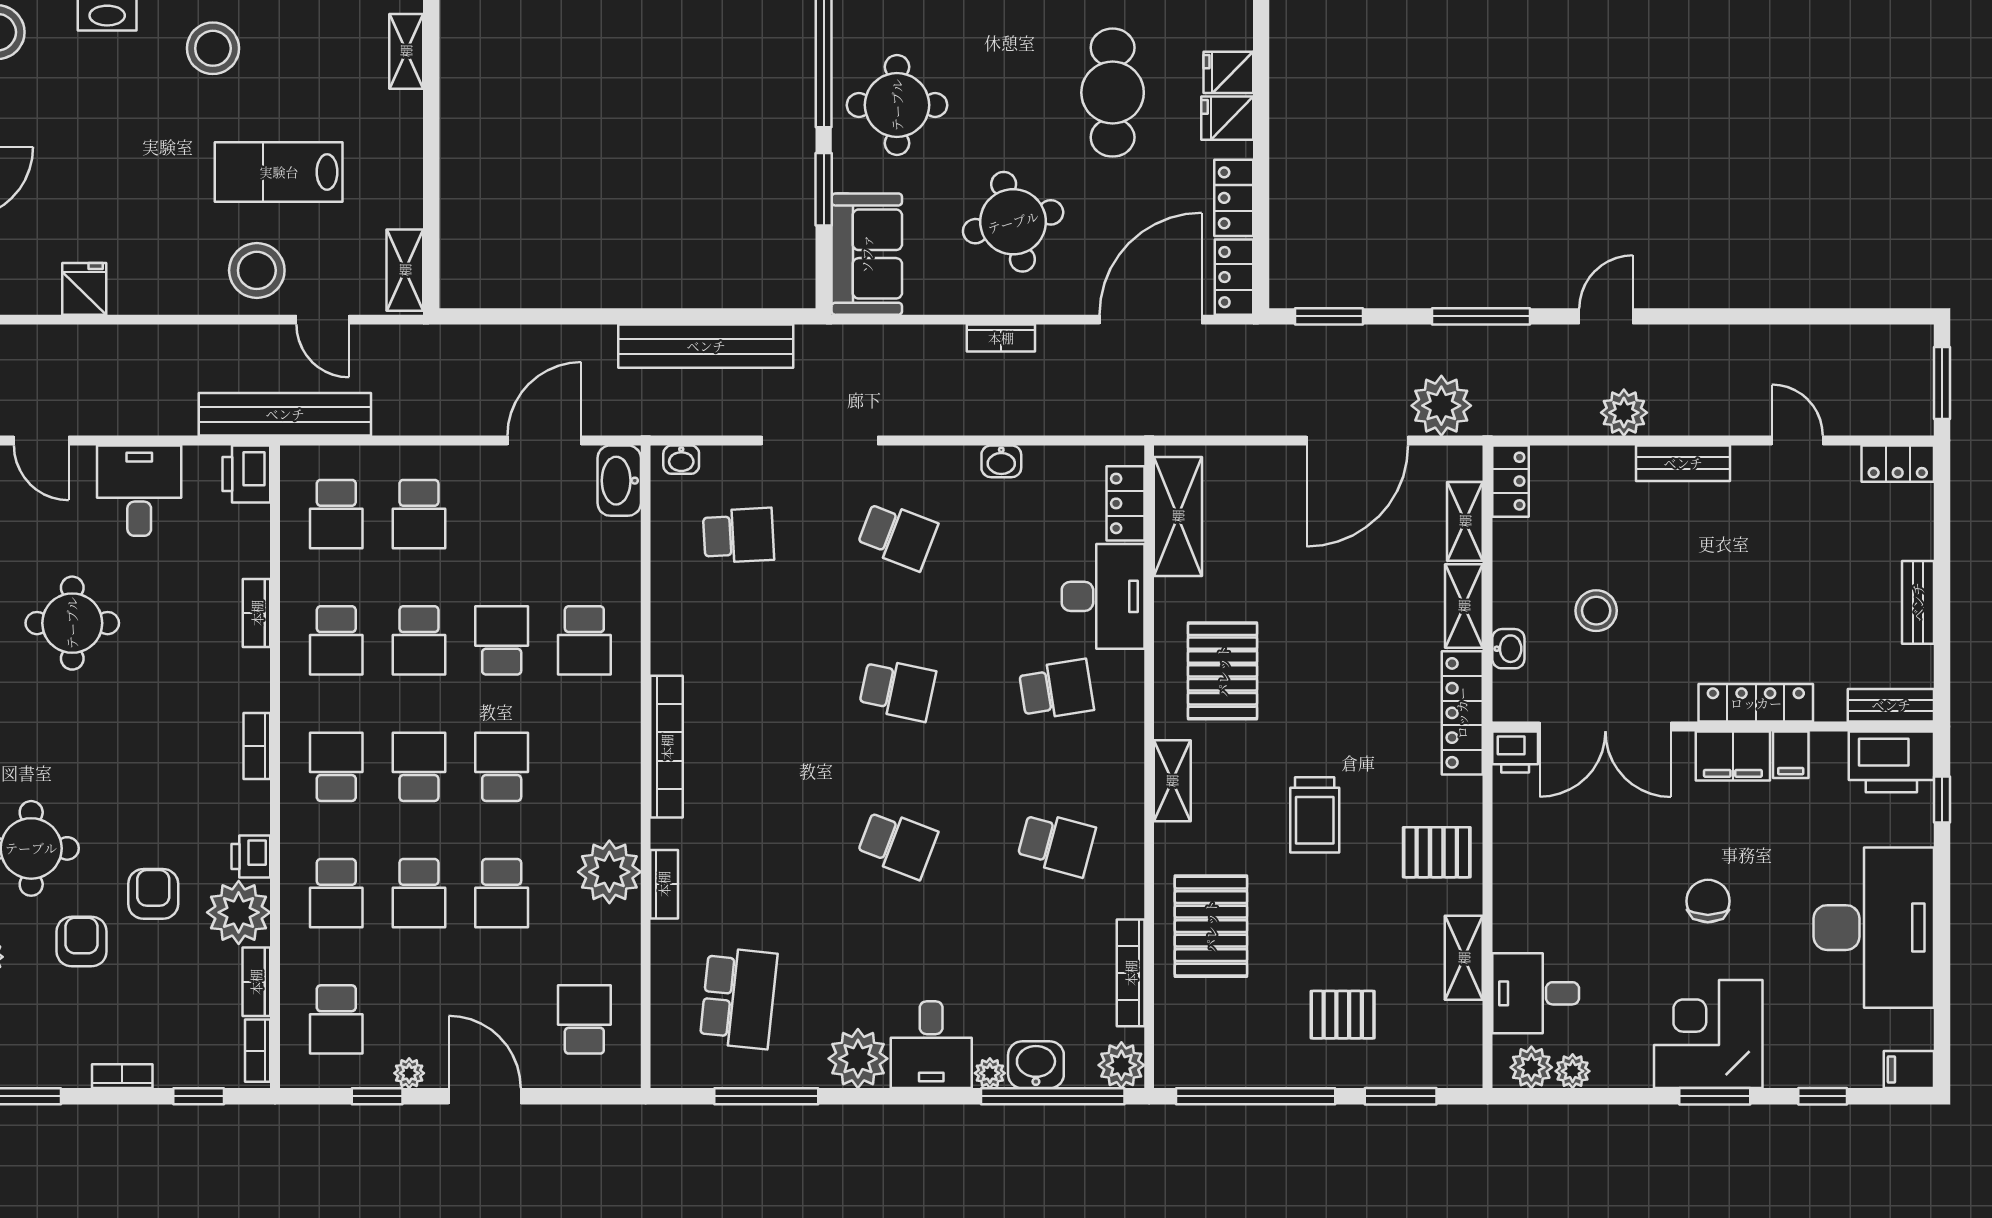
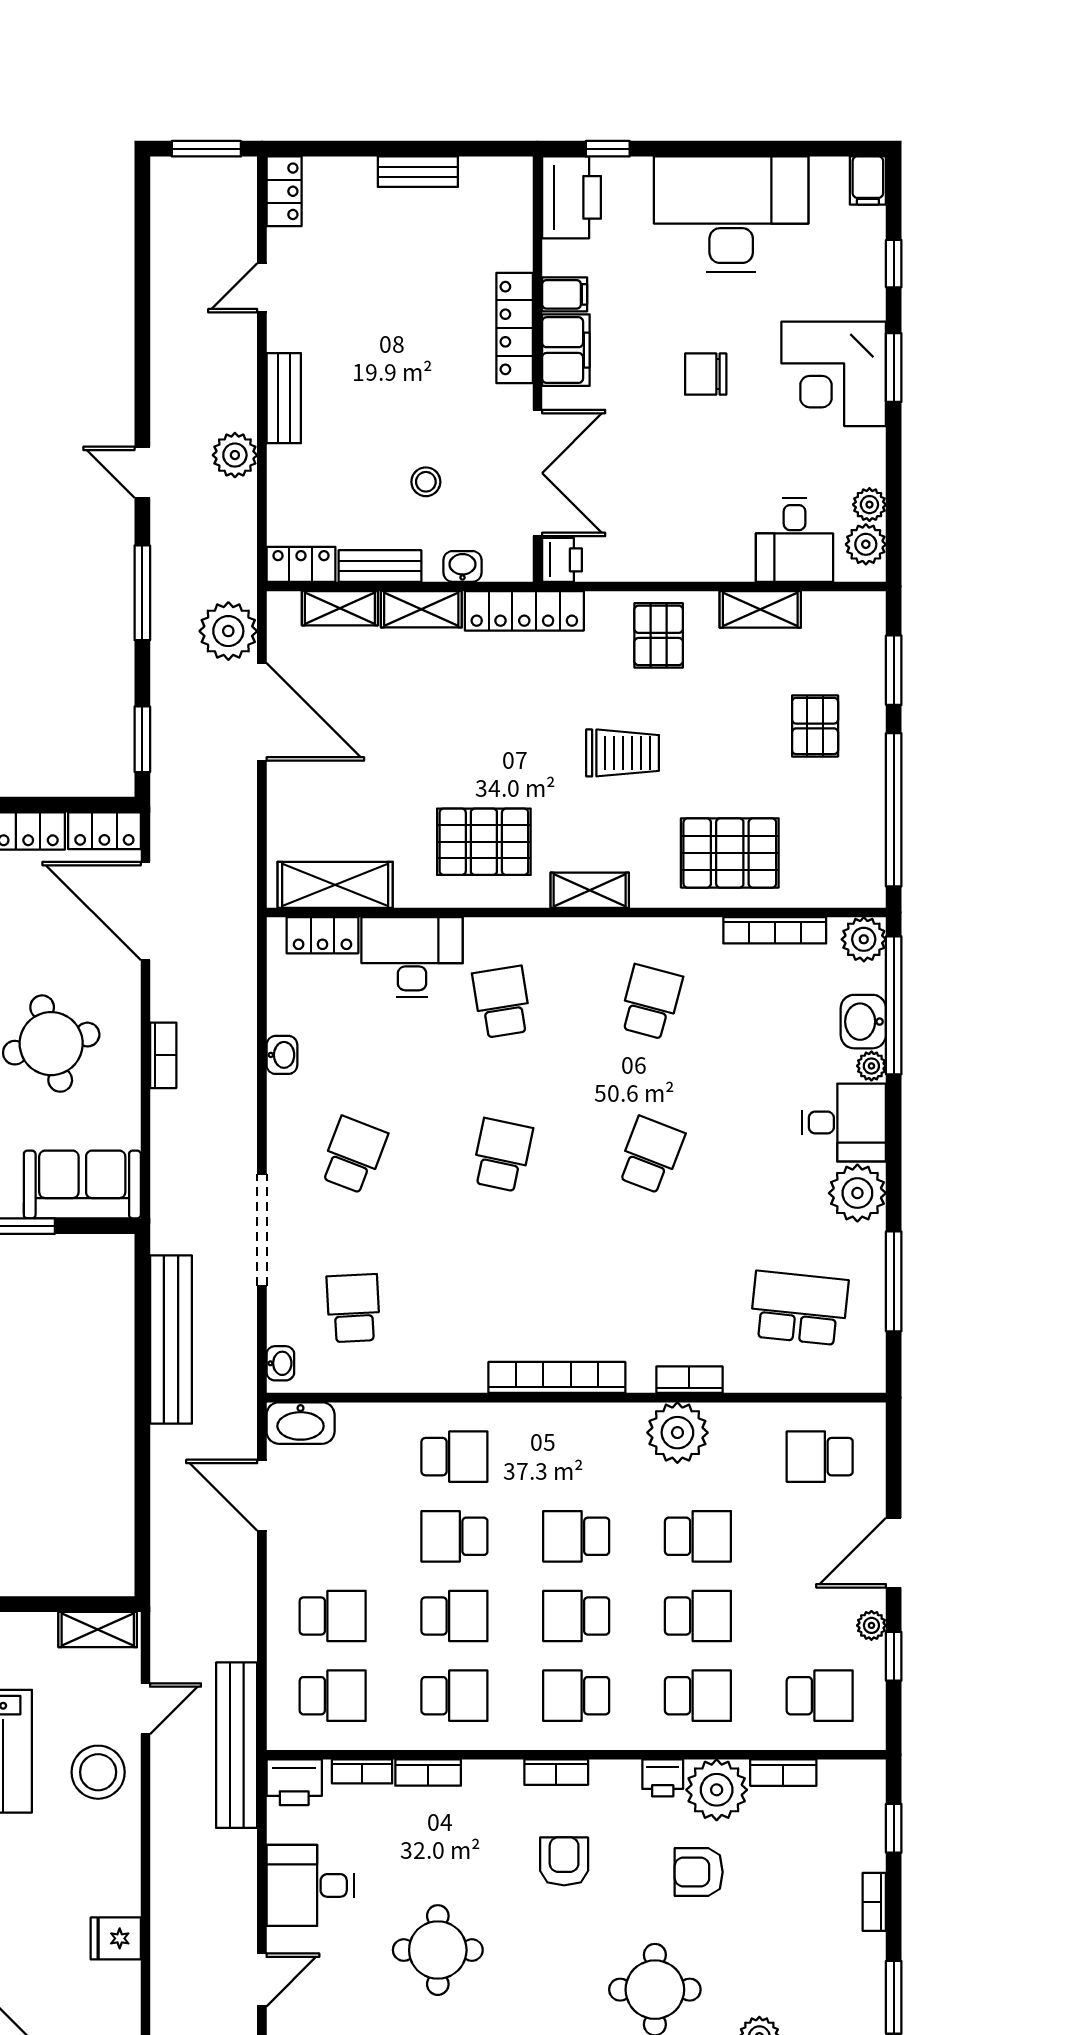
stool: (1596, 611) -> (426, 482), width x0.73, depth x0.73
bench: (1891, 705) -> (380, 566), moved, turned 90
armchair: (82, 942) -> (564, 1861), moved, turned 90
bookcase: (258, 1051) -> (362, 1771), moved

